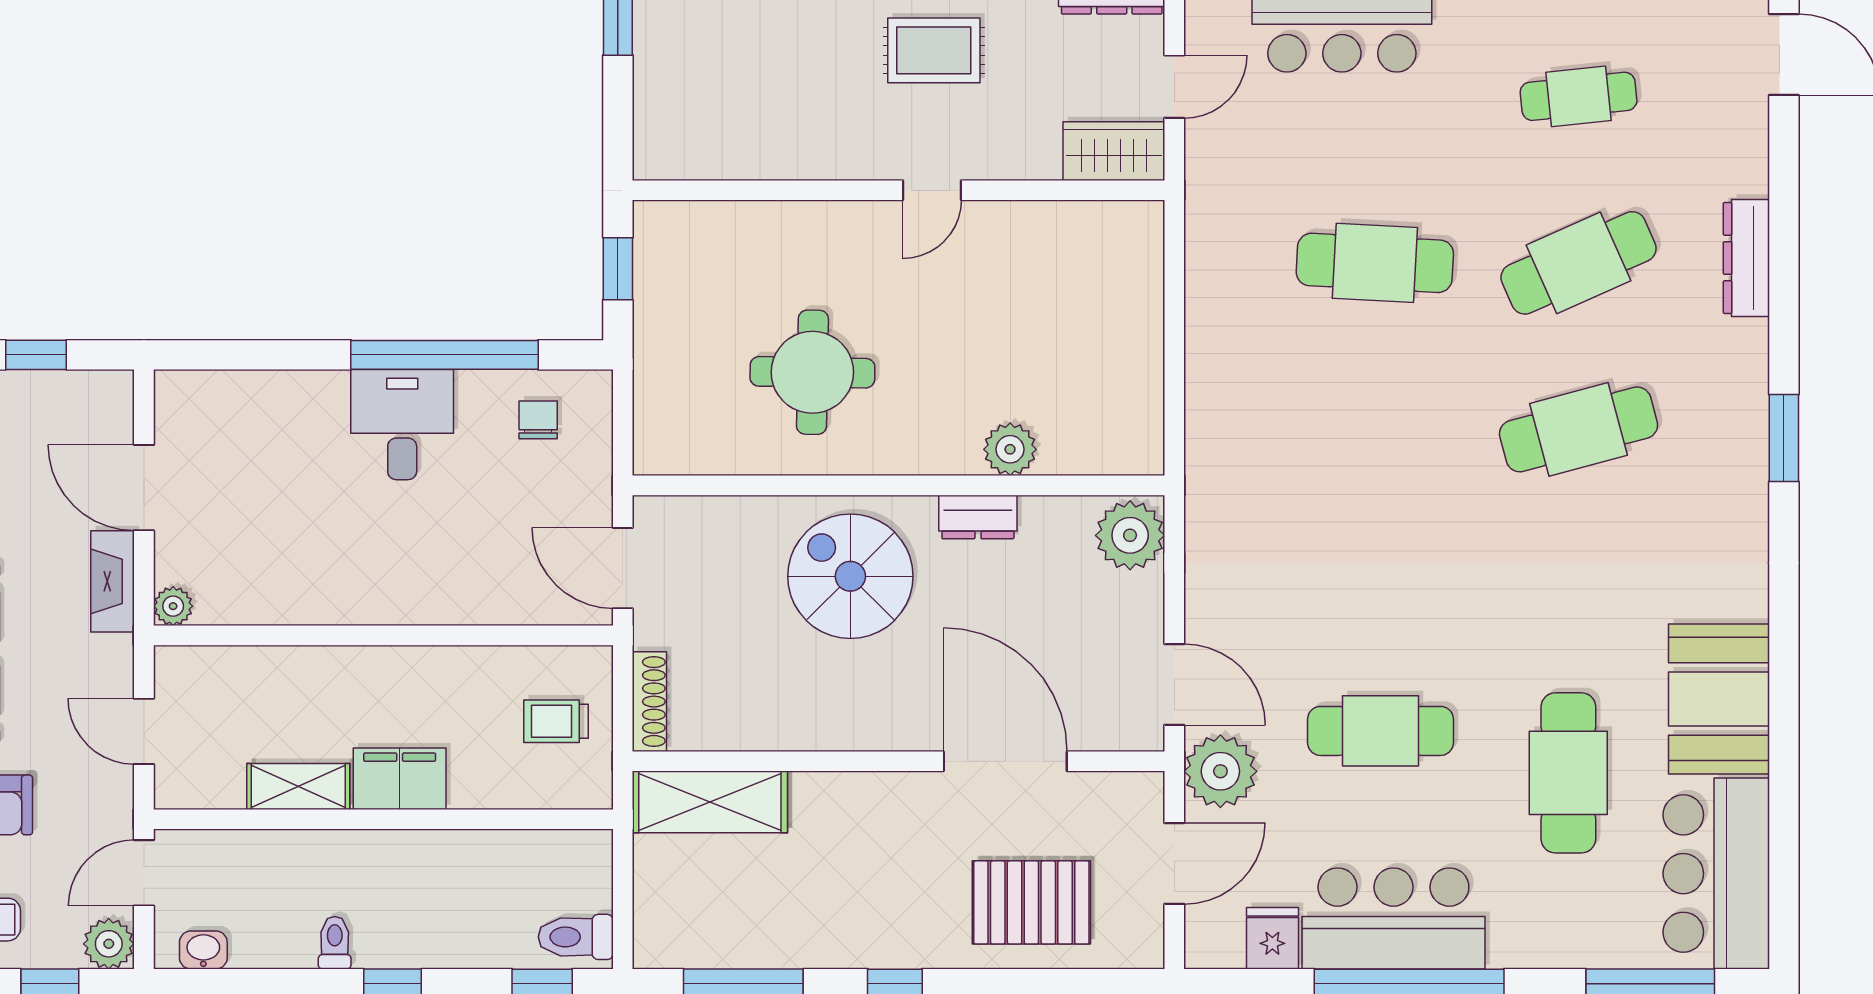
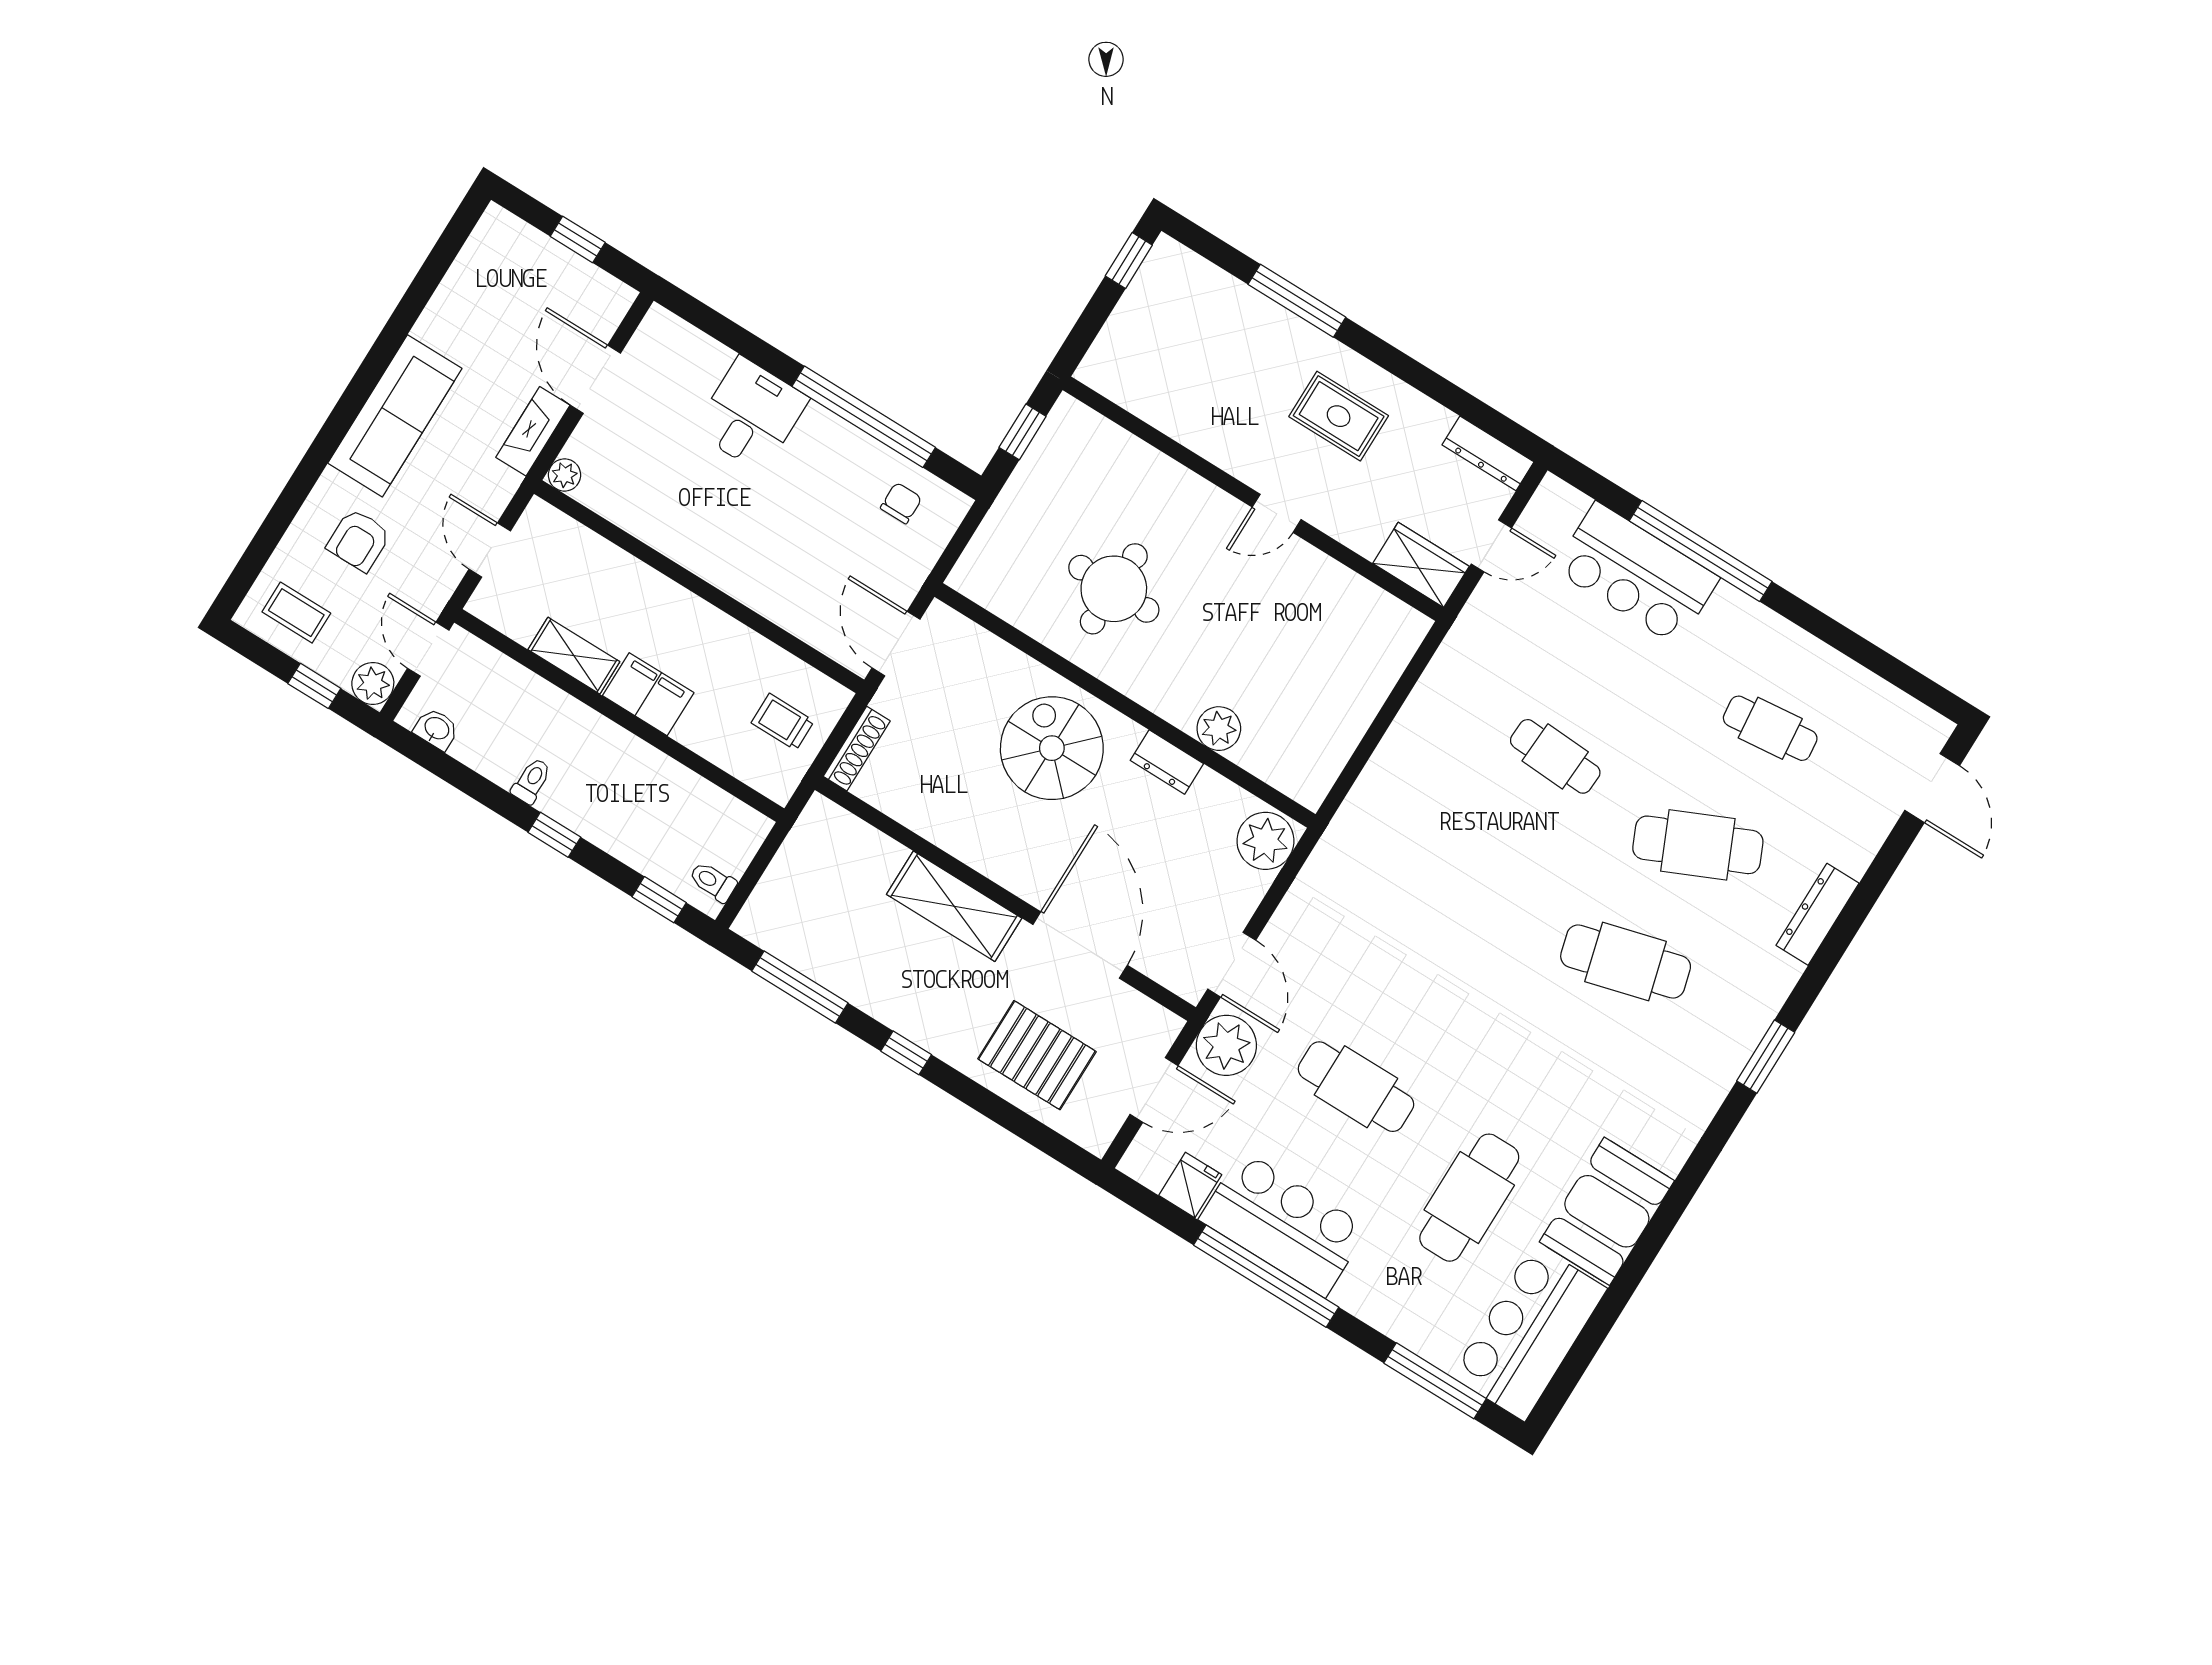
cafe table: (1375, 263) -> (1555, 756), width x0.73, depth x0.74
desk: (402, 425) -> (751, 415), moved
shelving: (710, 802) -> (954, 906), moved
door: (144, 873) -> (428, 649), hinge flipped
toilet: (576, 937) -> (713, 882), width x0.73, depth x0.72

